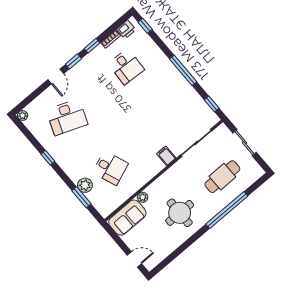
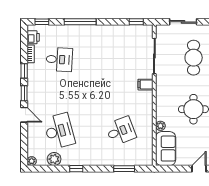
window: (183, 70) -> (80, 22), moved
desk: (67, 117) -> (59, 131), turned -36
plant: (85, 185) -> (54, 159), moved

